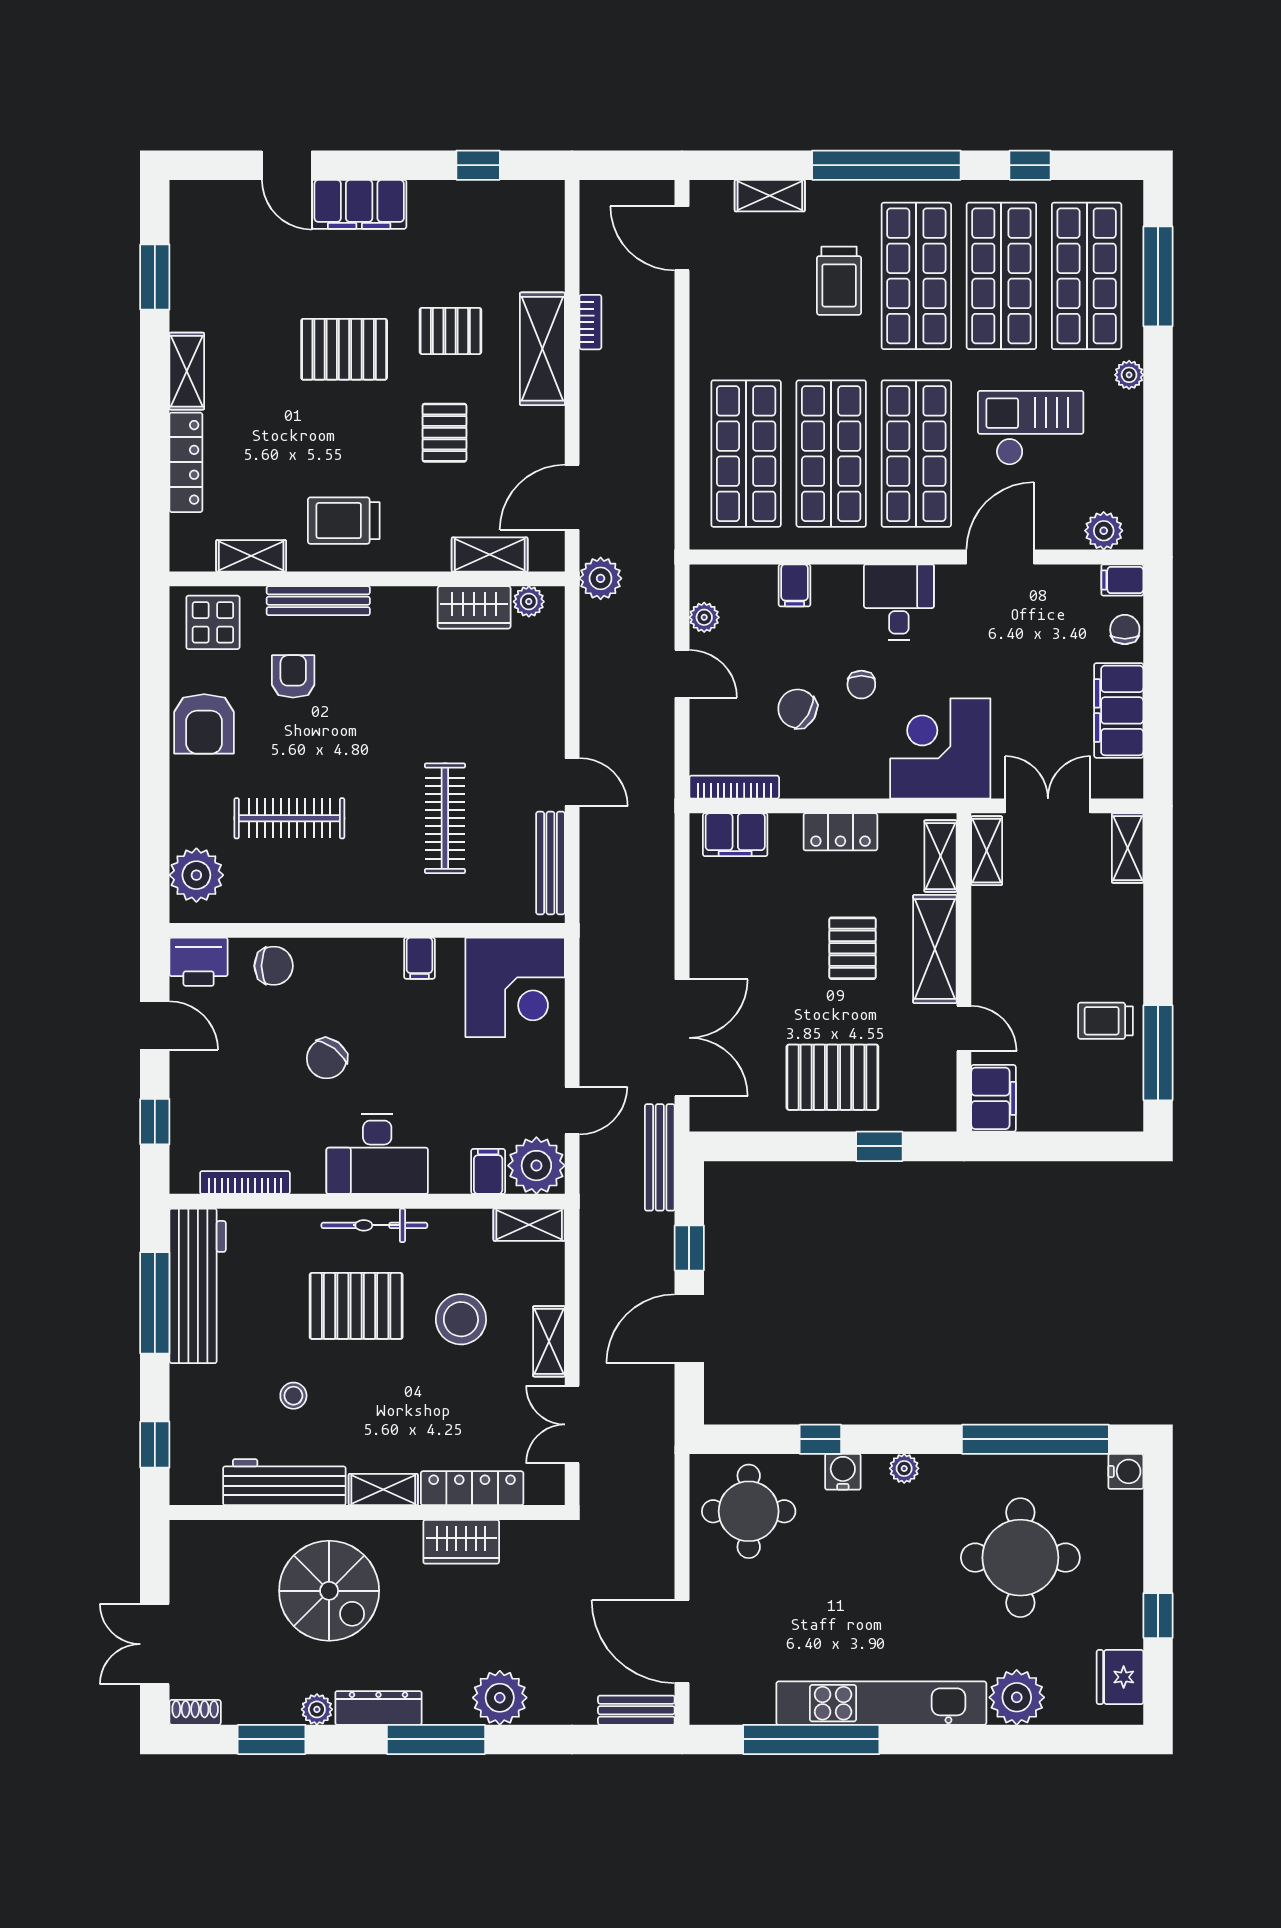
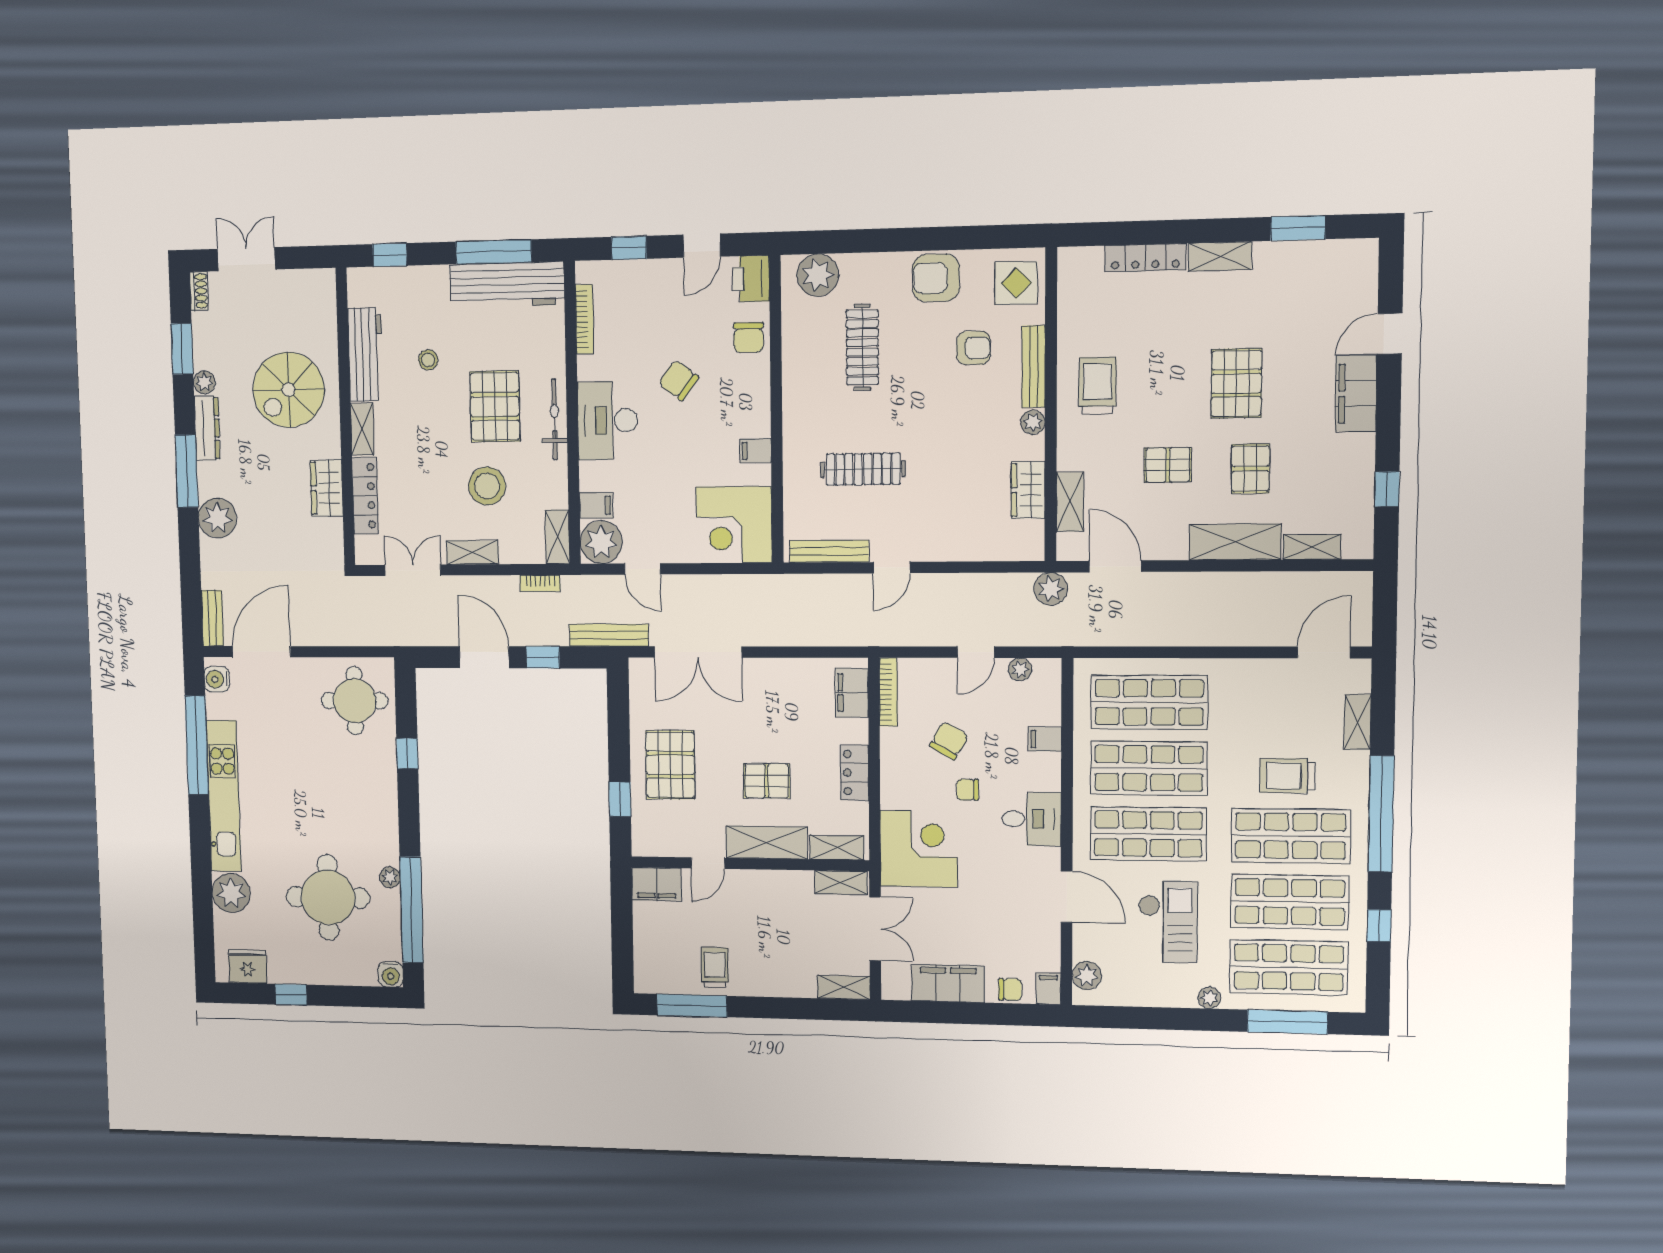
bookcase: (590, 322) -> (540, 583), moved
shelving: (251, 556) -> (1312, 547), moved, turned 90
plant: (529, 602) -> (1033, 422), moved
plant: (904, 1468) -> (390, 877), moved
water cooler: (843, 1472) -> (217, 679), moved, turned 180

